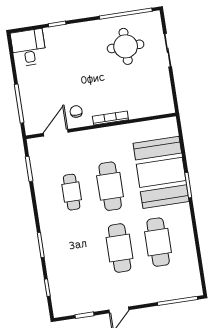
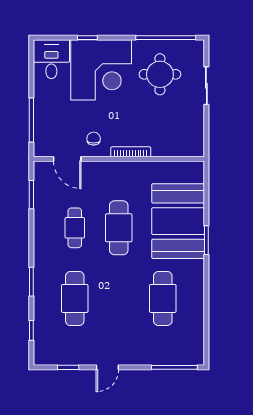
corner desk: (73, 50) -> (101, 70), added
door: (56, 133) -> (67, 159), swing flipped
cafe table: (120, 248) -> (75, 298), moved

